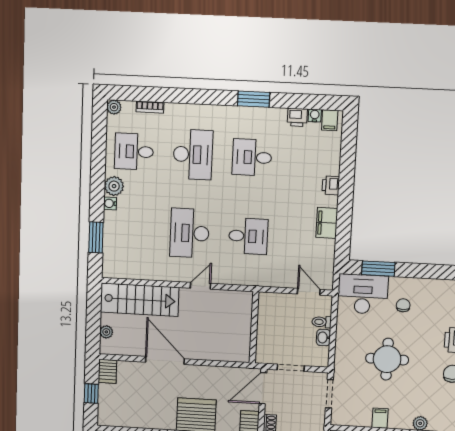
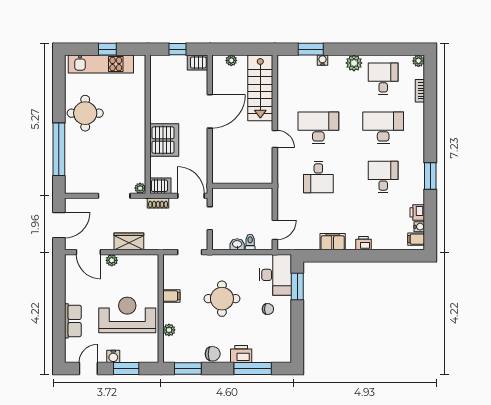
desk: (193, 154) -> (383, 128), turned 180
water cooler: (110, 203) -> (322, 60), moved

